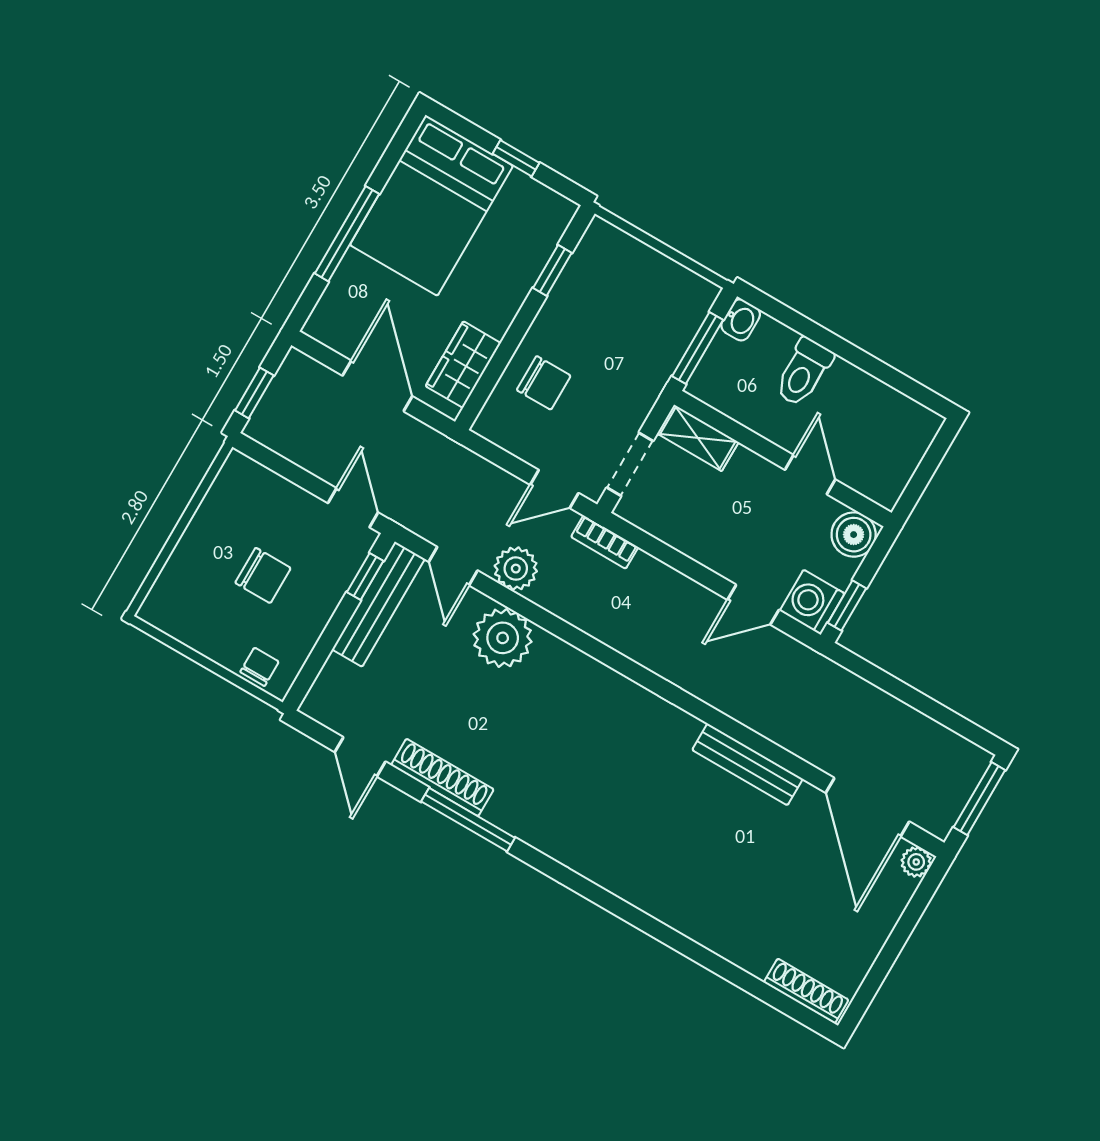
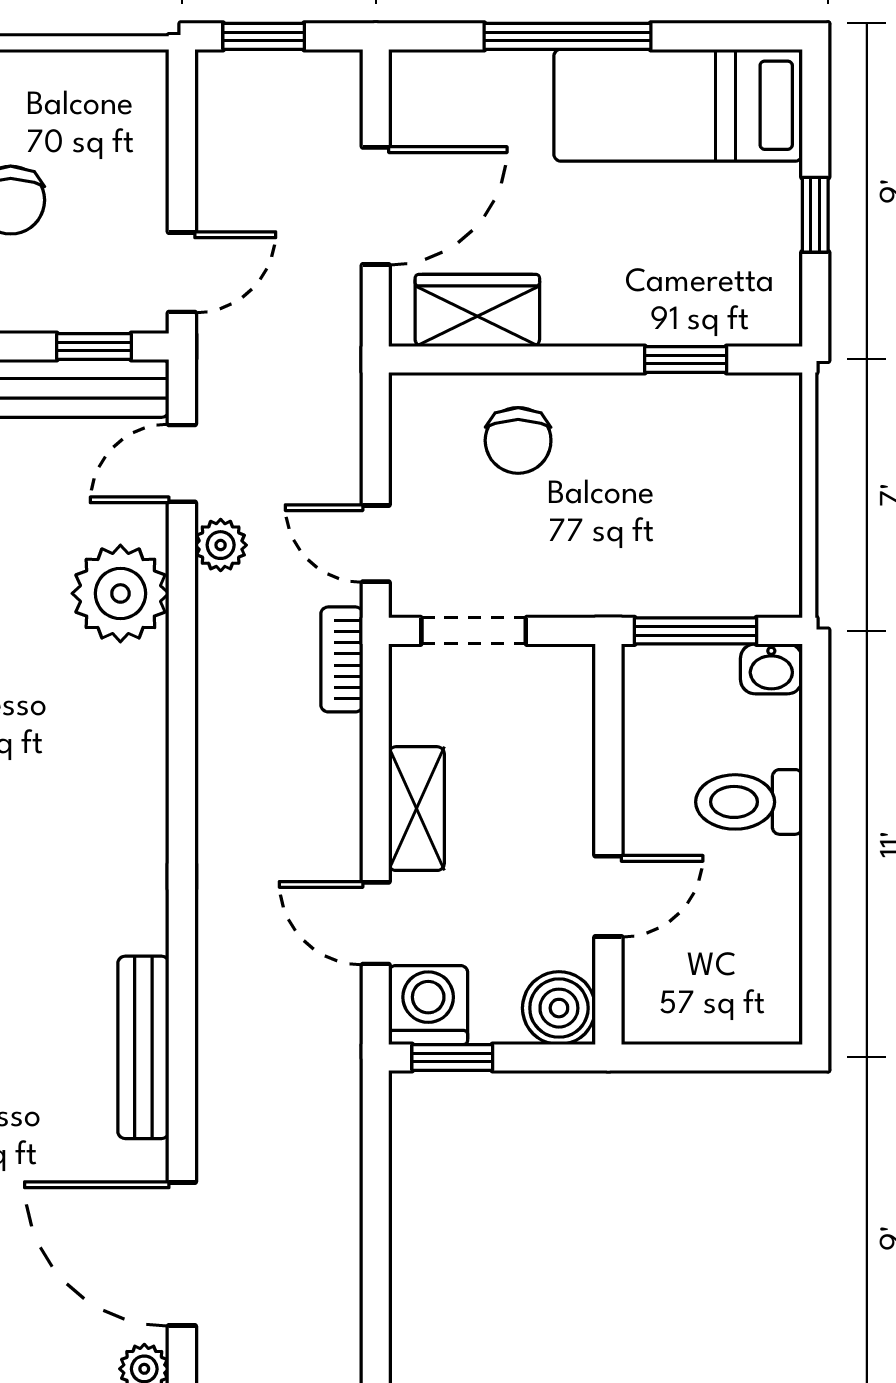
bed: (431, 205) -> (678, 105), width x0.67
shelving: (698, 438) -> (416, 809), moved
plant: (516, 569) -> (221, 545), width x0.73, depth x0.73
door: (867, 807) -> (182, 1254), hinge flipped

